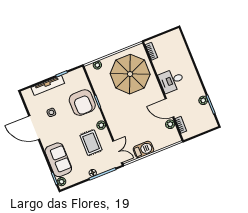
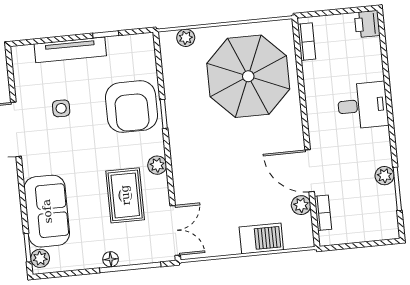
printer: (176, 35) -> (367, 24), added
desk: (172, 81) -> (363, 106), moved, turned 180
barbecue: (143, 150) -> (261, 238), moved

